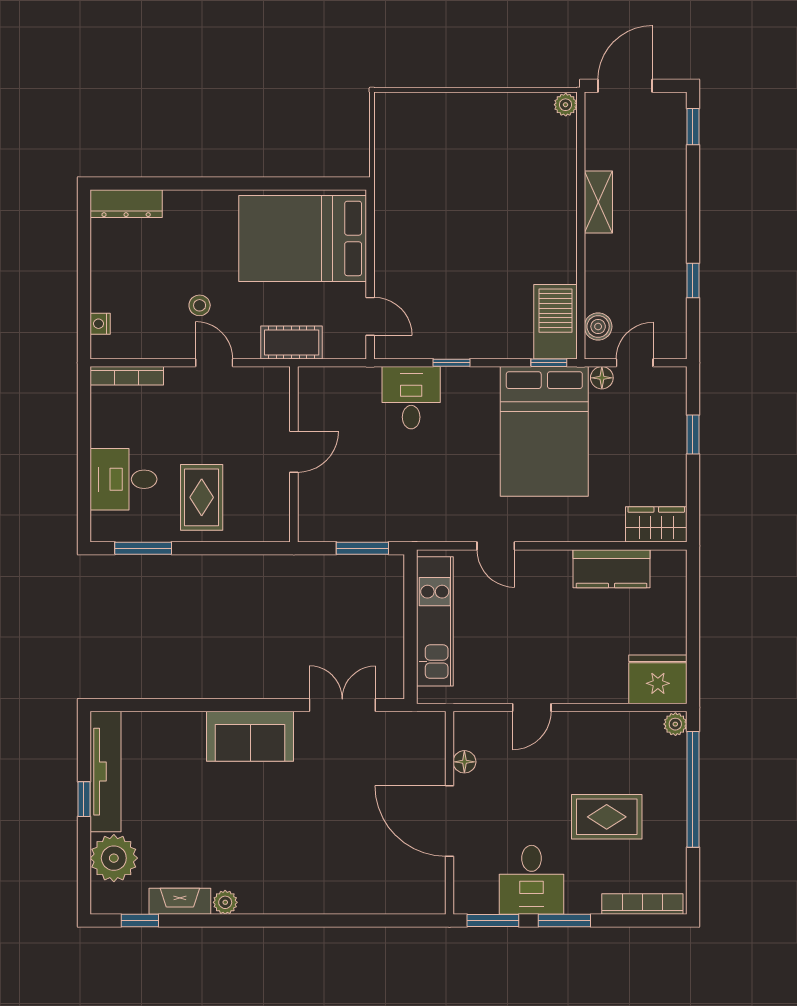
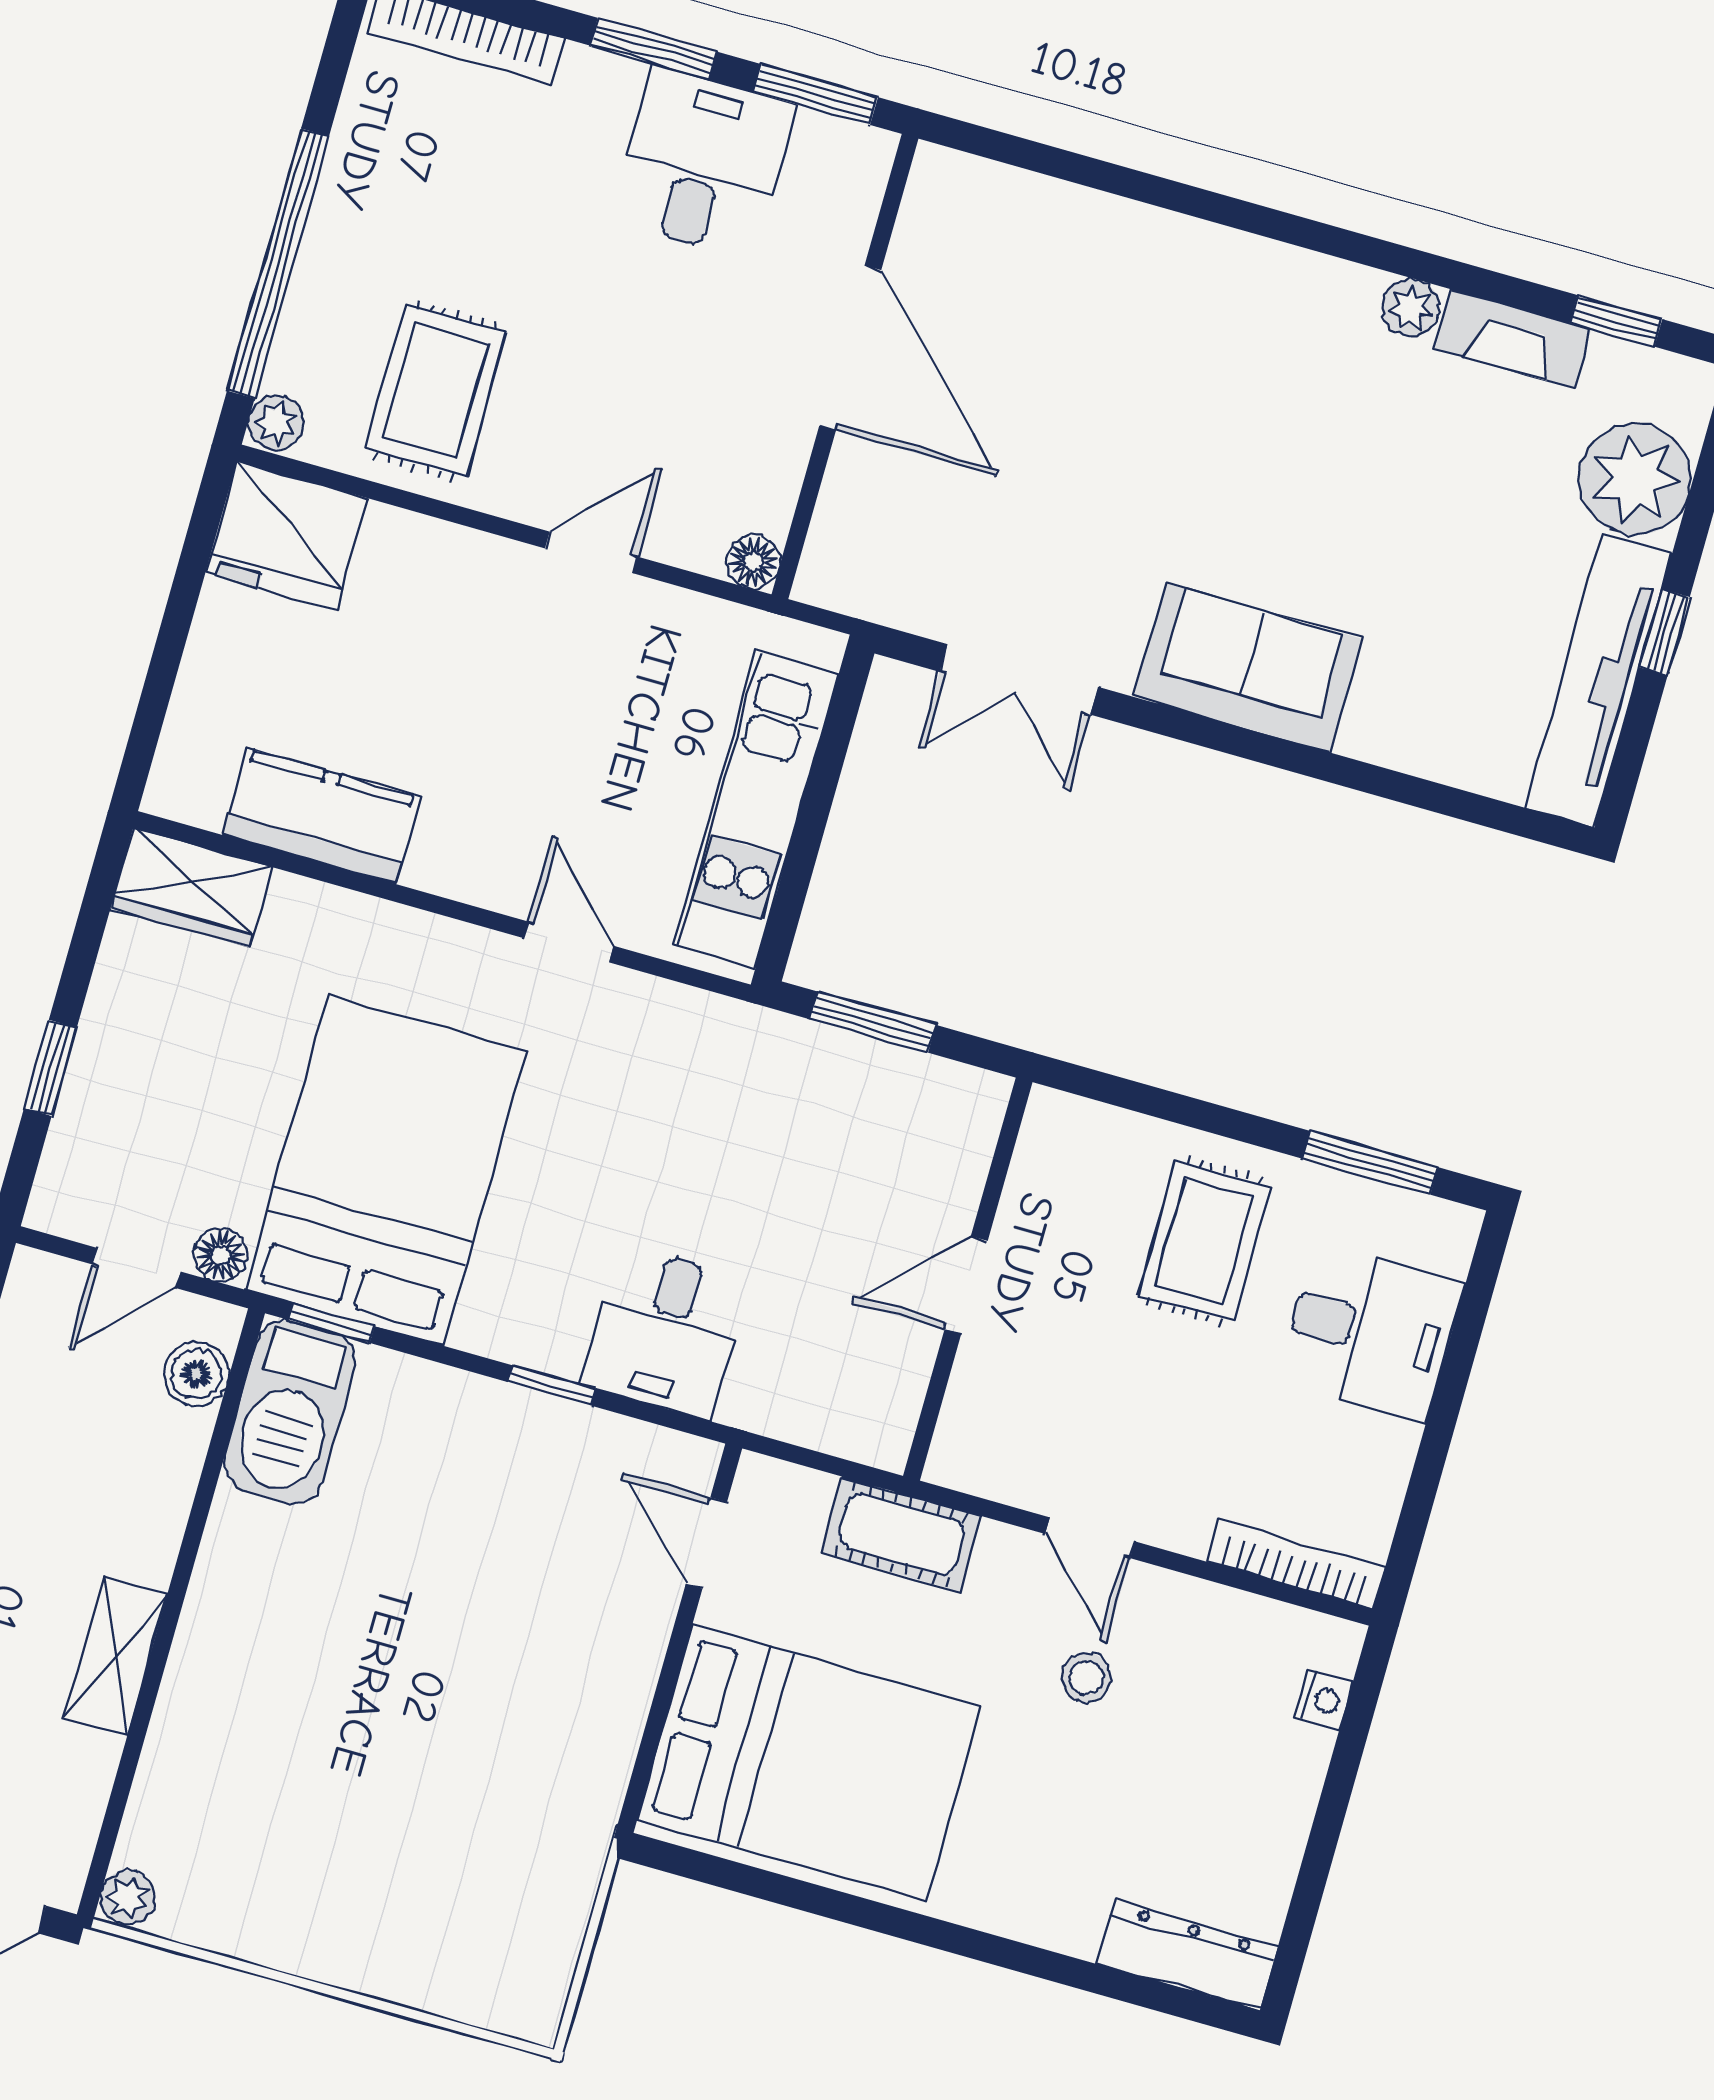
floor lamp: (464, 762) -> (753, 562), moved
rug: (607, 817) -> (436, 391), moved, turned 90

